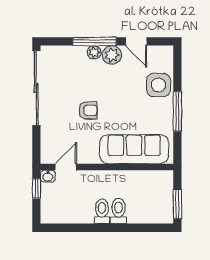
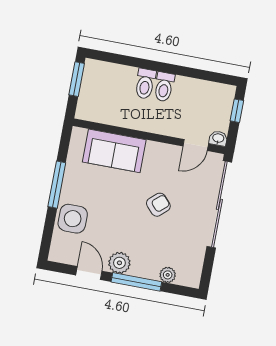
plant: (94, 52) -> (168, 275), moved
sliding door: (36, 88) -> (219, 204), moved
armchair: (88, 110) -> (158, 205), turned 138
sofa: (134, 149) -> (114, 151), width x0.73
window: (36, 189) -> (237, 111), moved

